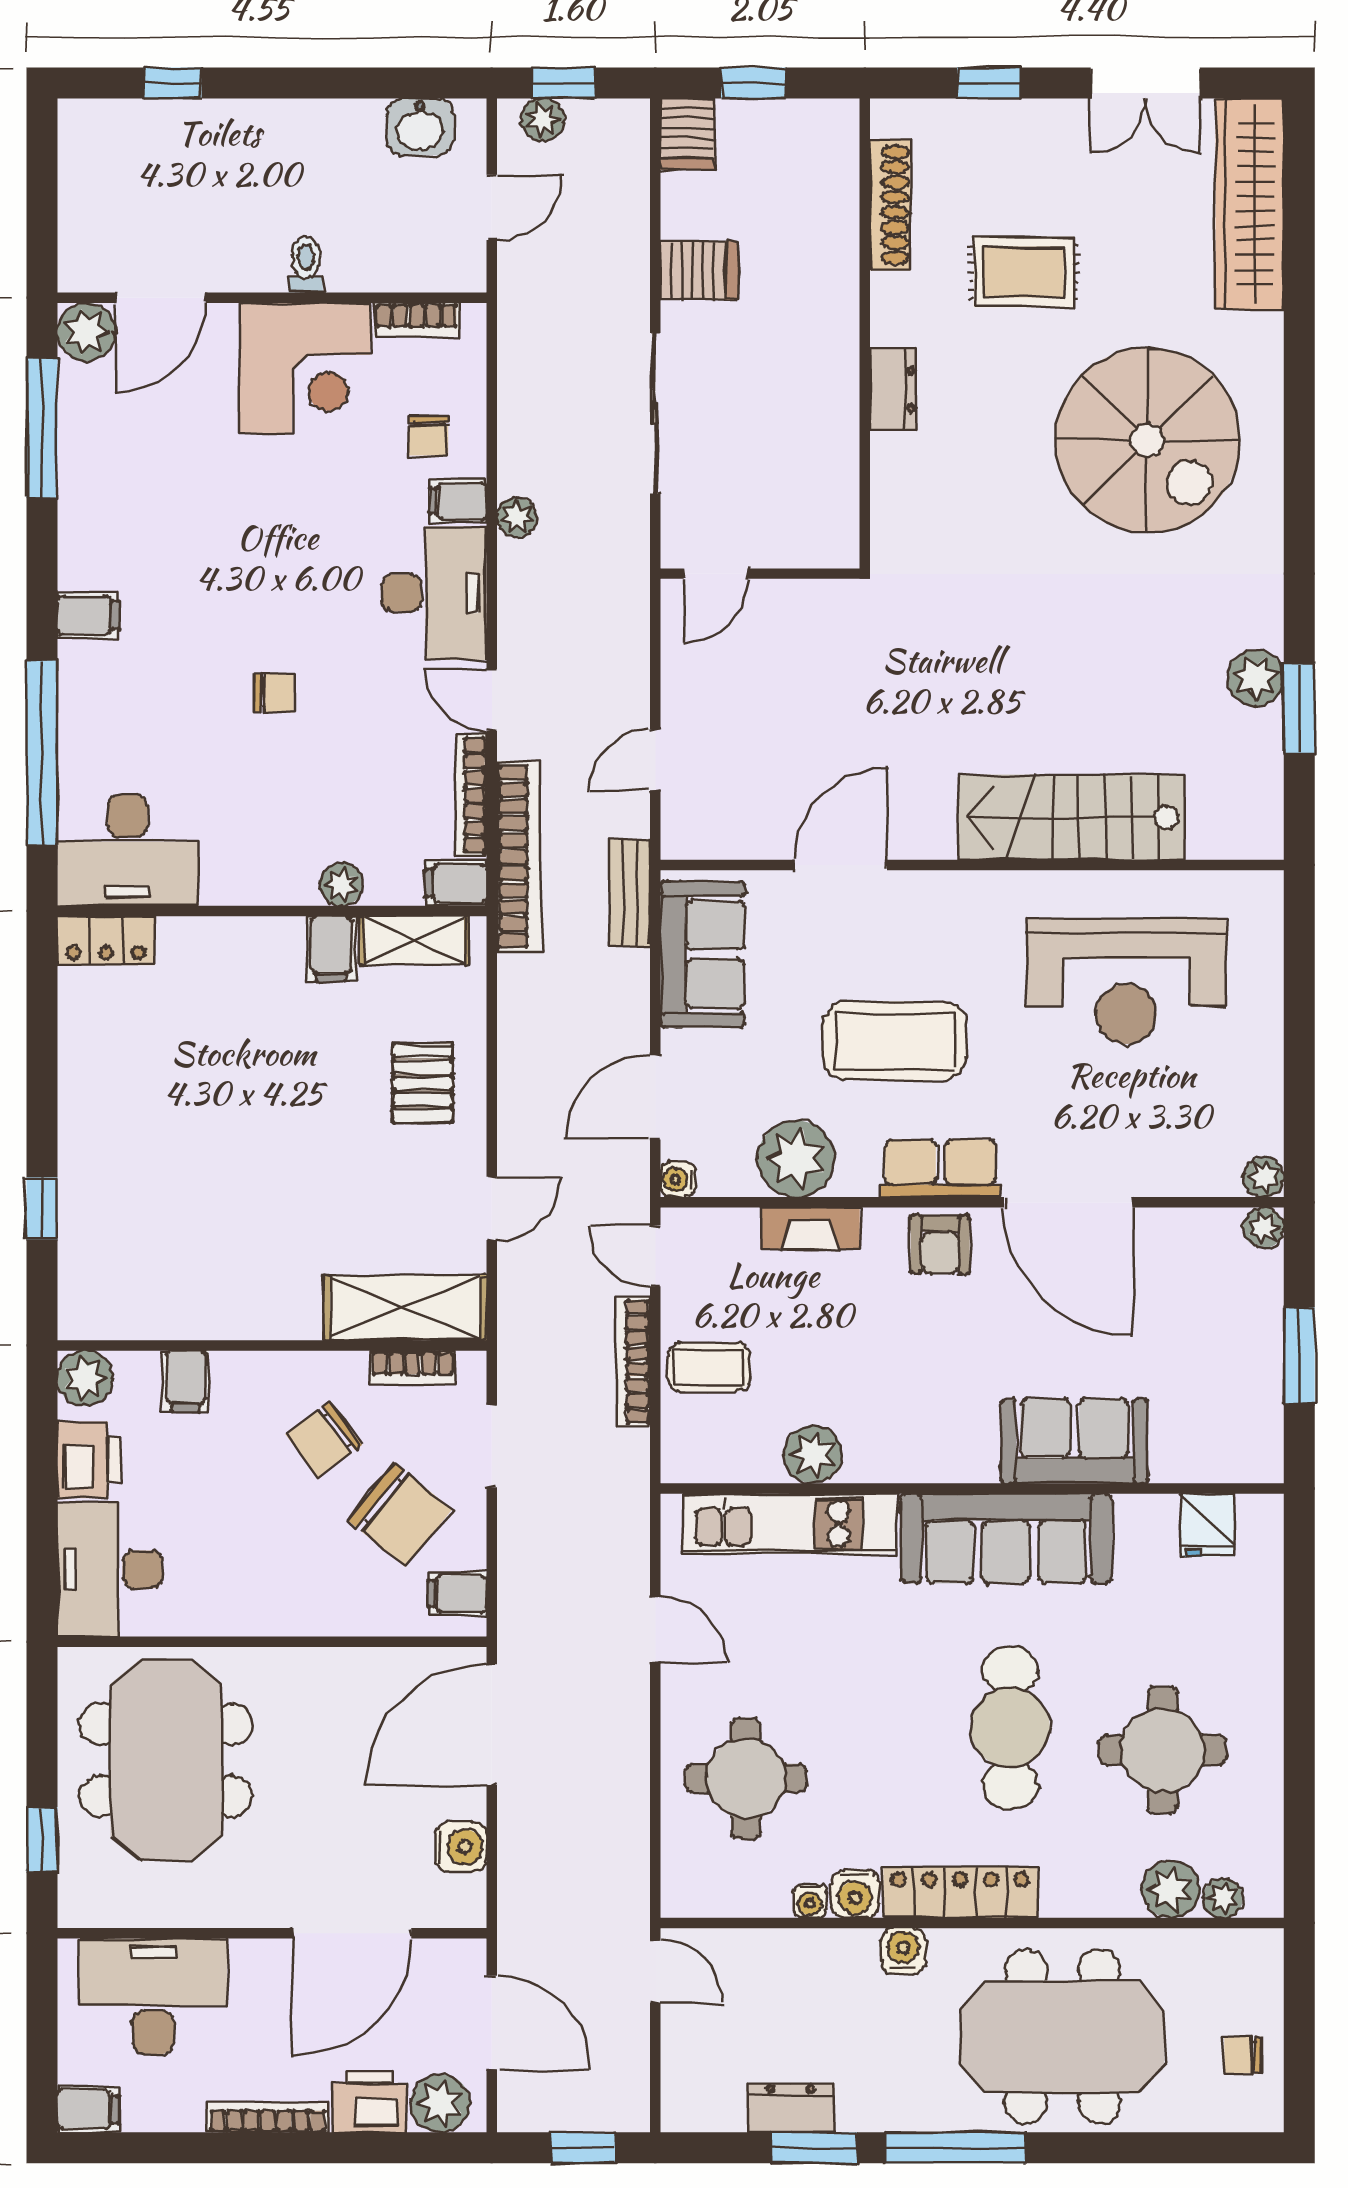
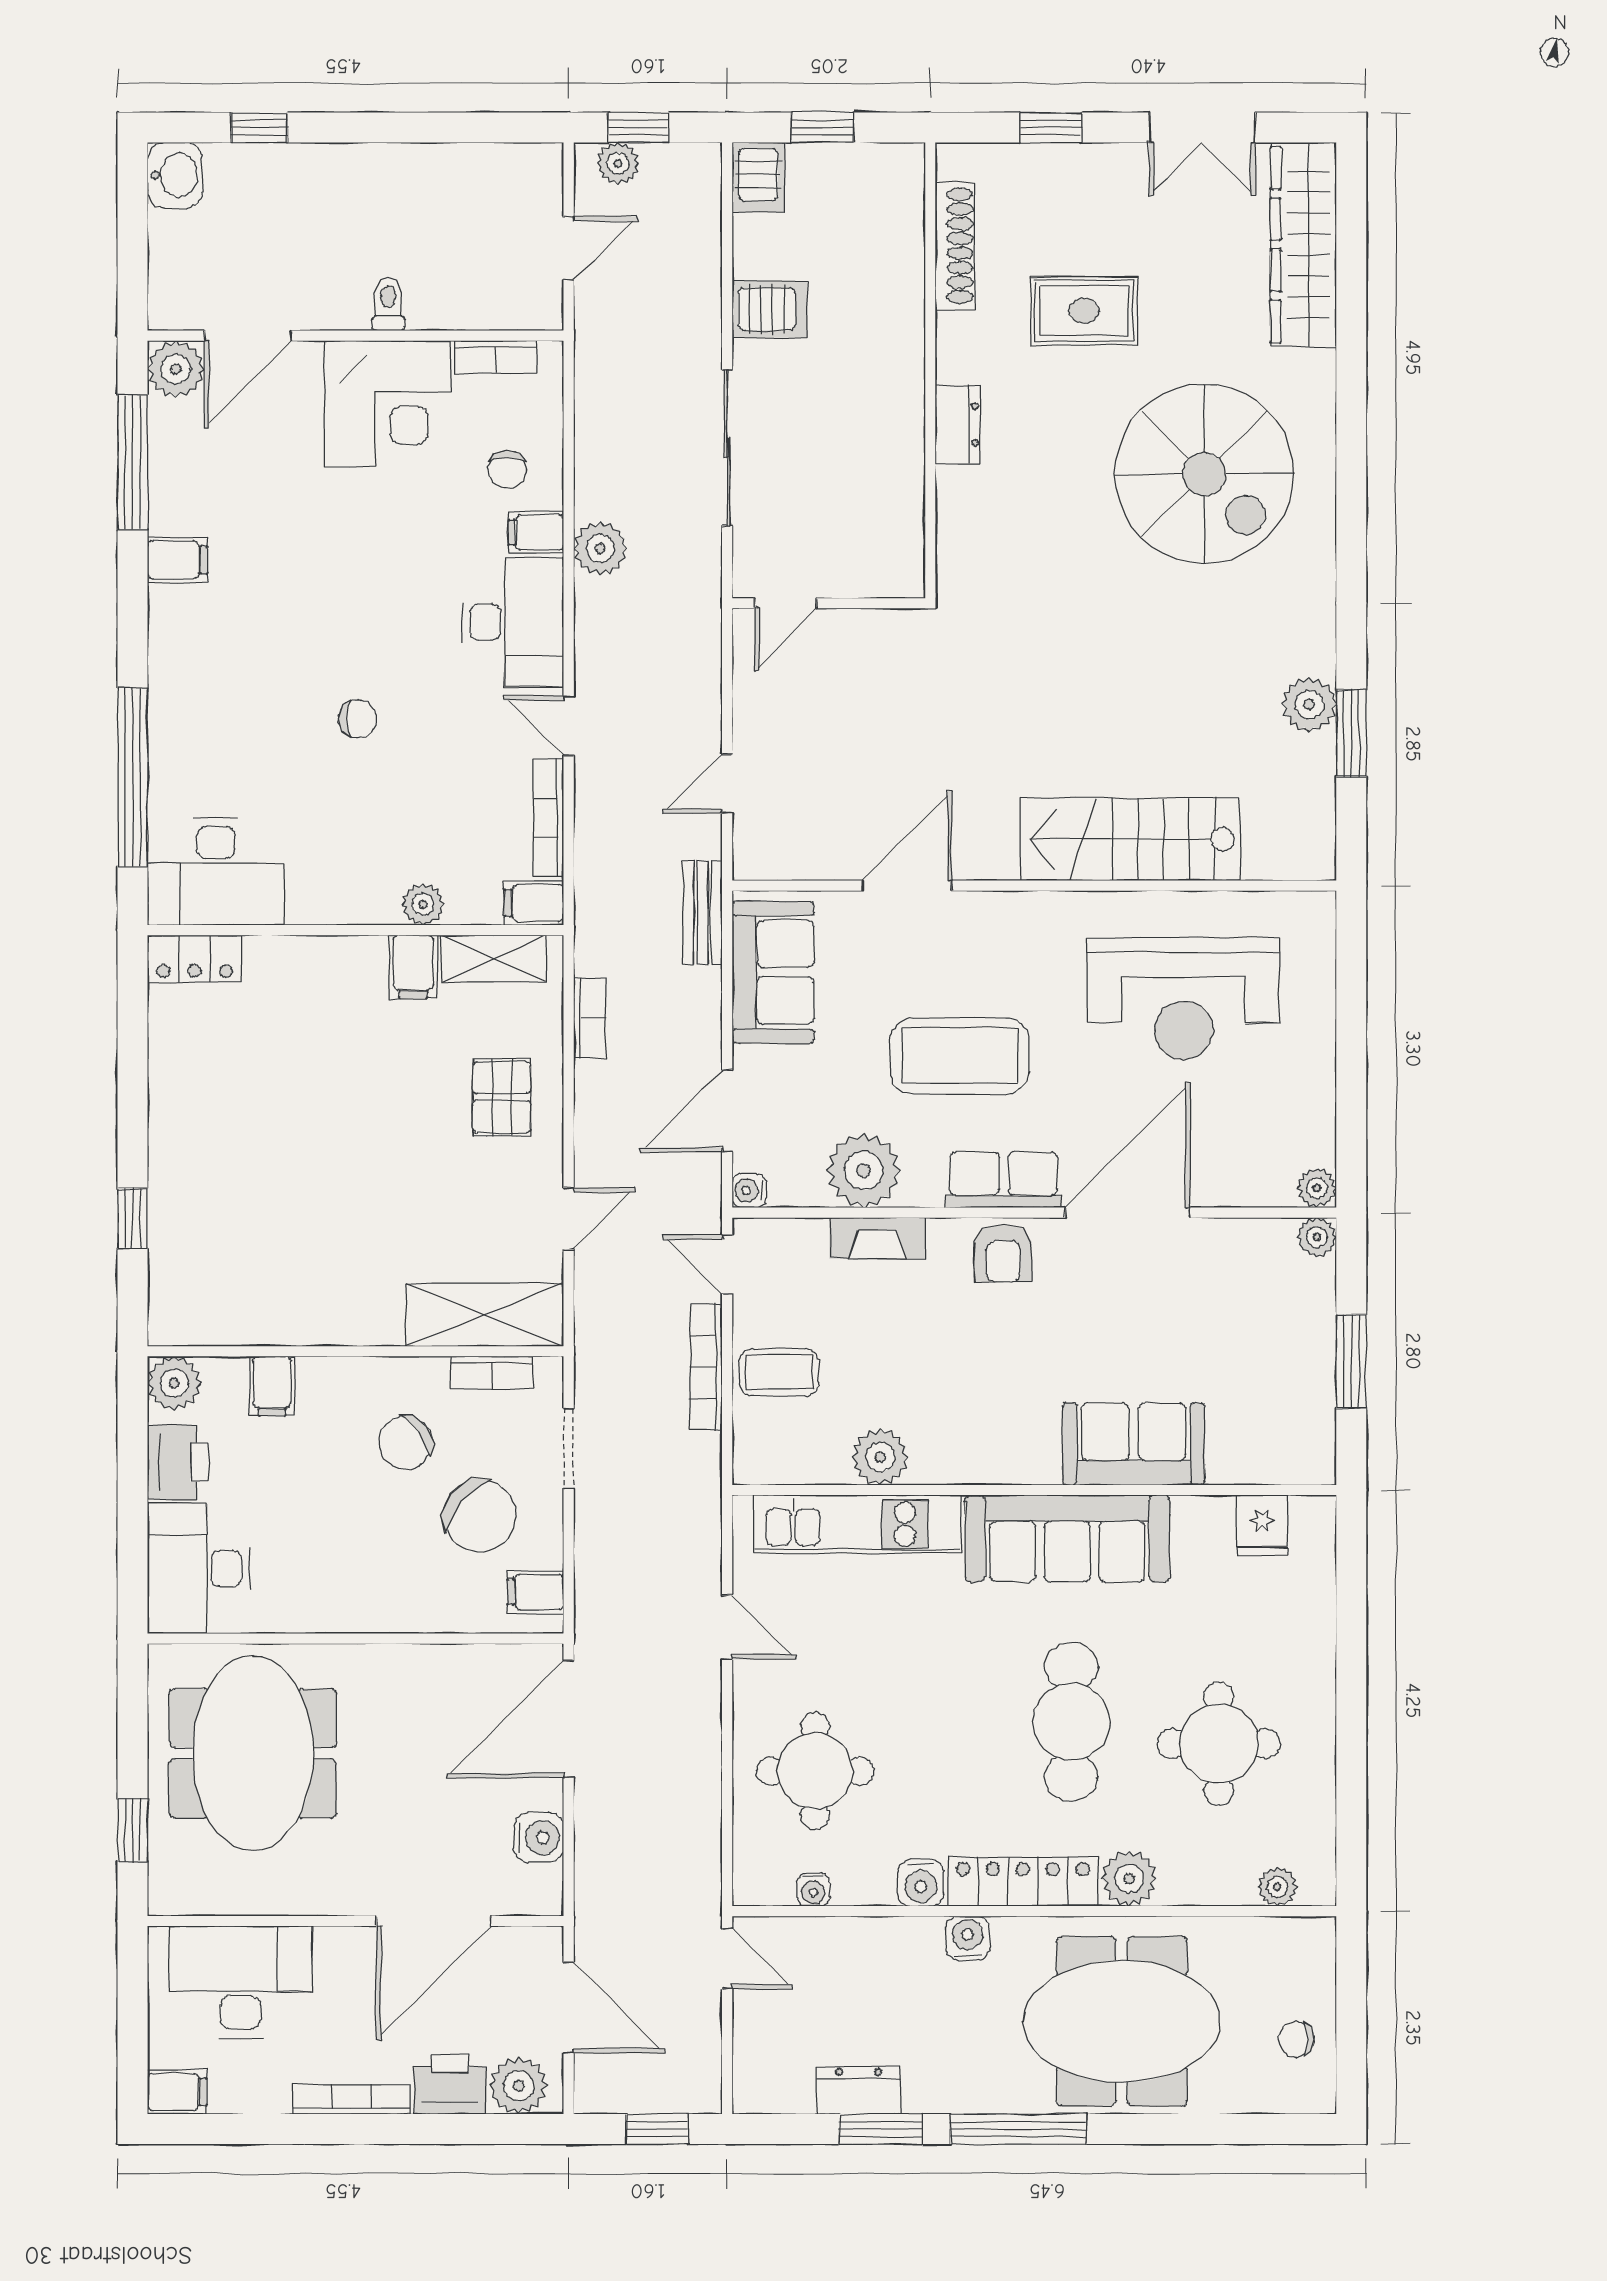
washbasin: (420, 127) -> (175, 175), moved, turned -90
plant: (517, 517) -> (600, 548), width x1.38, depth x1.38
filing cabinet: (88, 615) -> (177, 560), moved
bookcase: (519, 857) -> (590, 1018), moved, width x0.43, depth x0.76
door: (1068, 1202) -> (1128, 1213), swing flipped
plant: (1170, 1889) -> (1129, 1878), moved
water cooler: (810, 1901) -> (813, 1890), moved

